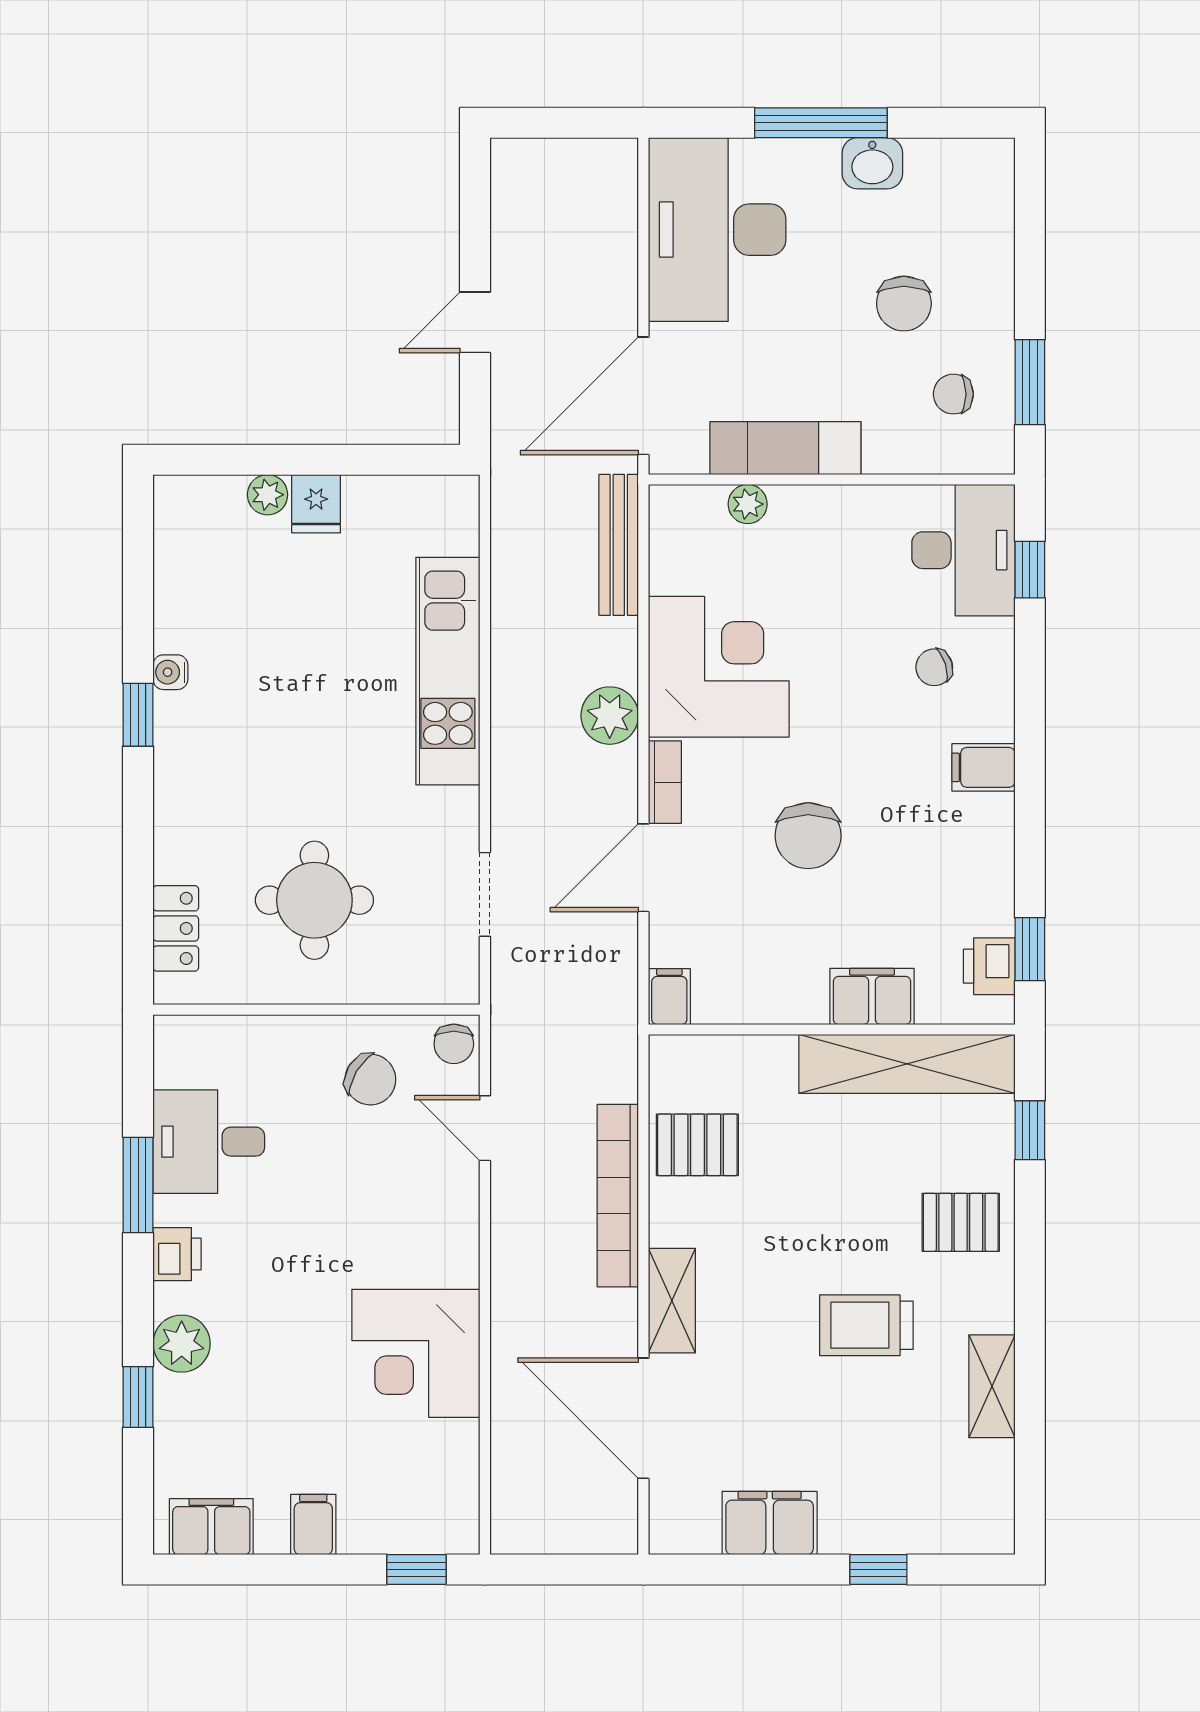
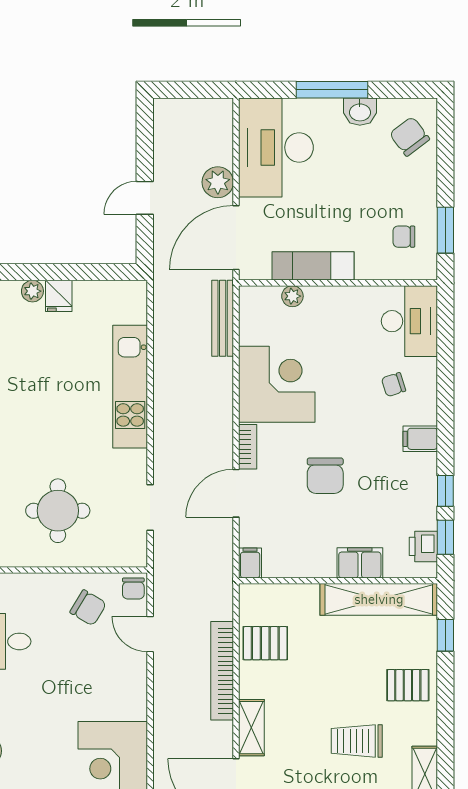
chair: (904, 304) -> (410, 136), moved, turned 143
window: (1030, 570) -> (445, 491), moved
plant: (610, 716) -> (218, 182), moved

